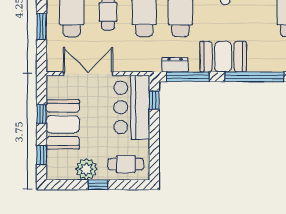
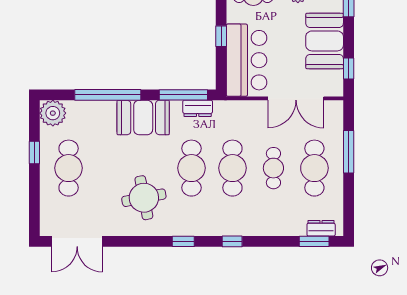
window: (42, 26) -> (349, 152), width x1.44
window: (154, 100) -> (221, 36), moved
window: (42, 114) -> (349, 68), moved

